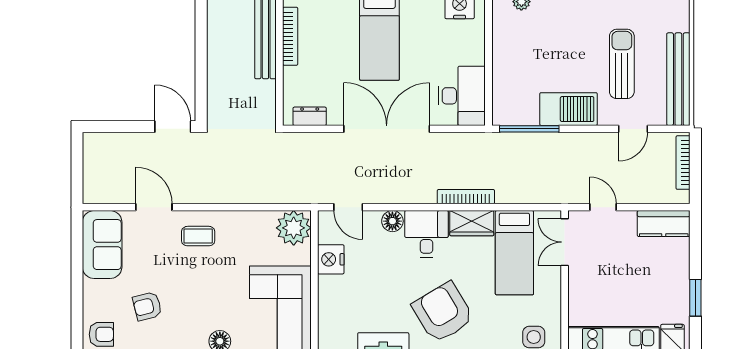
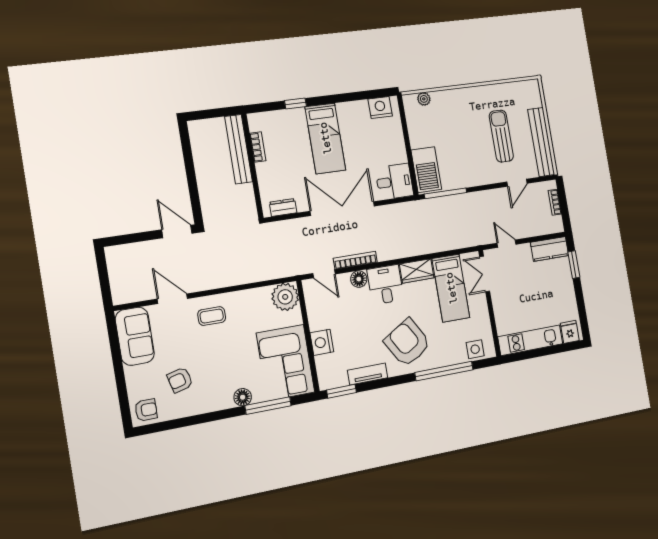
bookcase: (290, 36) -> (258, 147), width x0.64
desk: (462, 96) -> (394, 182), width x0.73
barbecue: (569, 109) -> (426, 170), moved, turned 90
bookcase: (683, 163) -> (555, 202), width x0.64
bookcase: (466, 197) -> (355, 260), moved
nightstand: (331, 259) -> (322, 342), moved
window: (695, 298) -> (574, 265), moved

